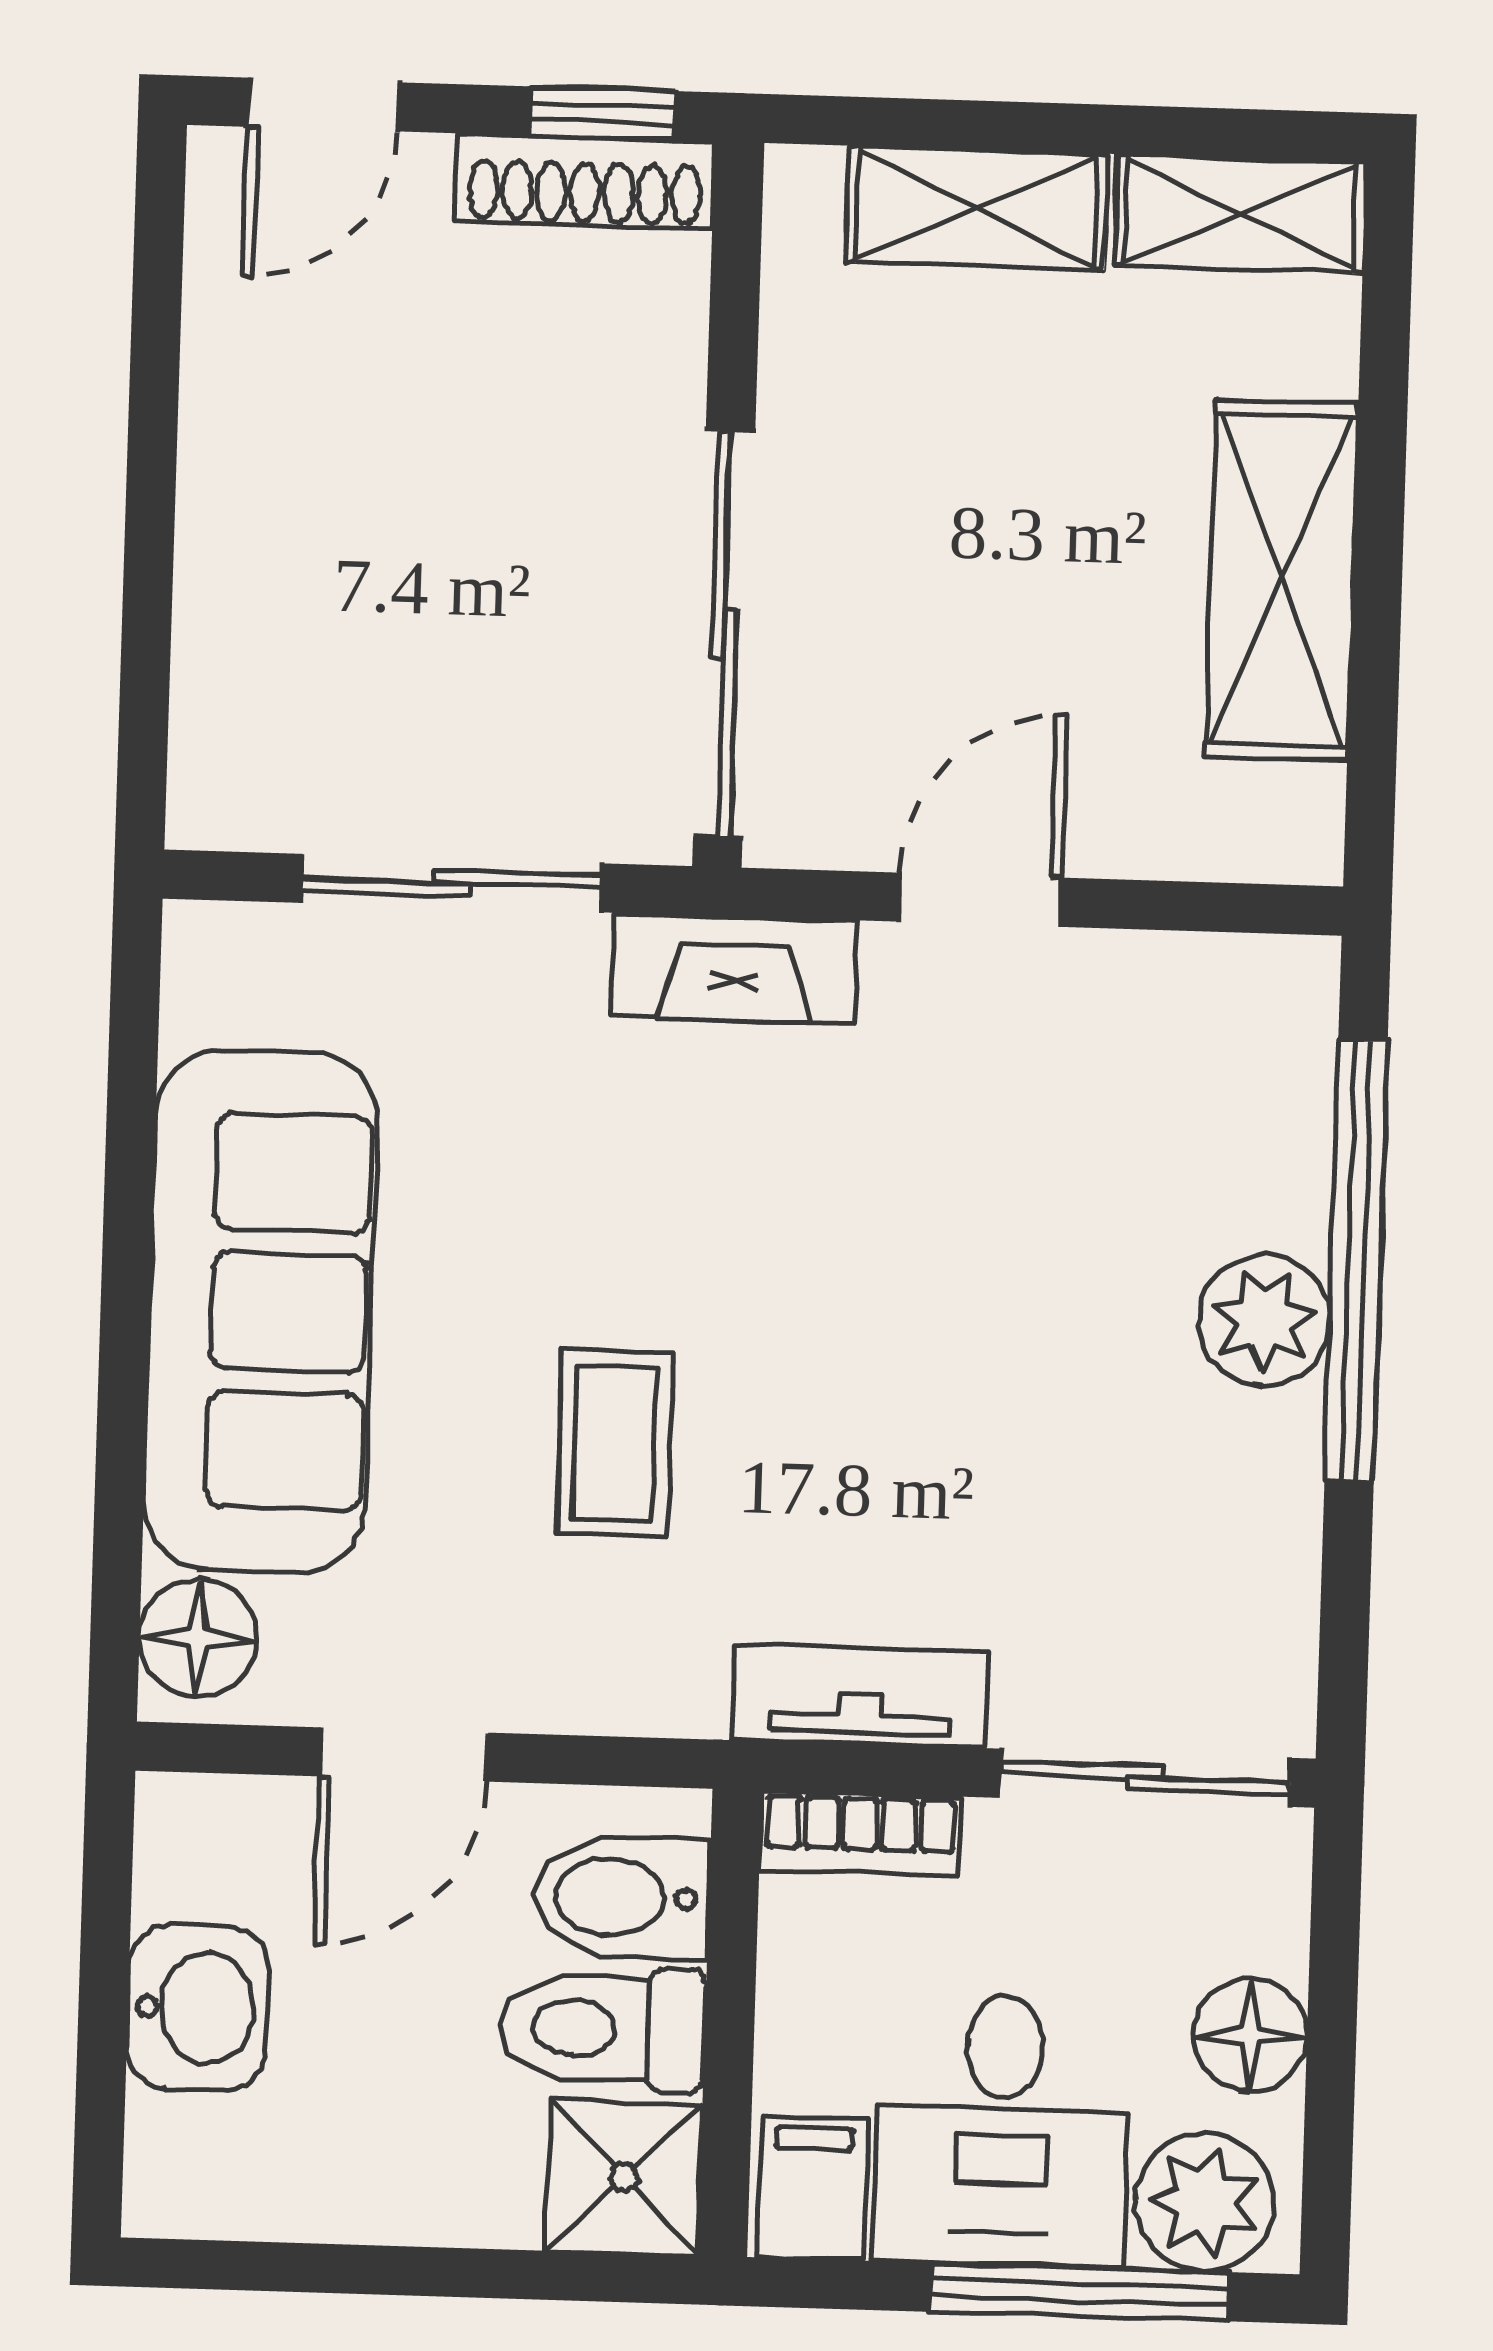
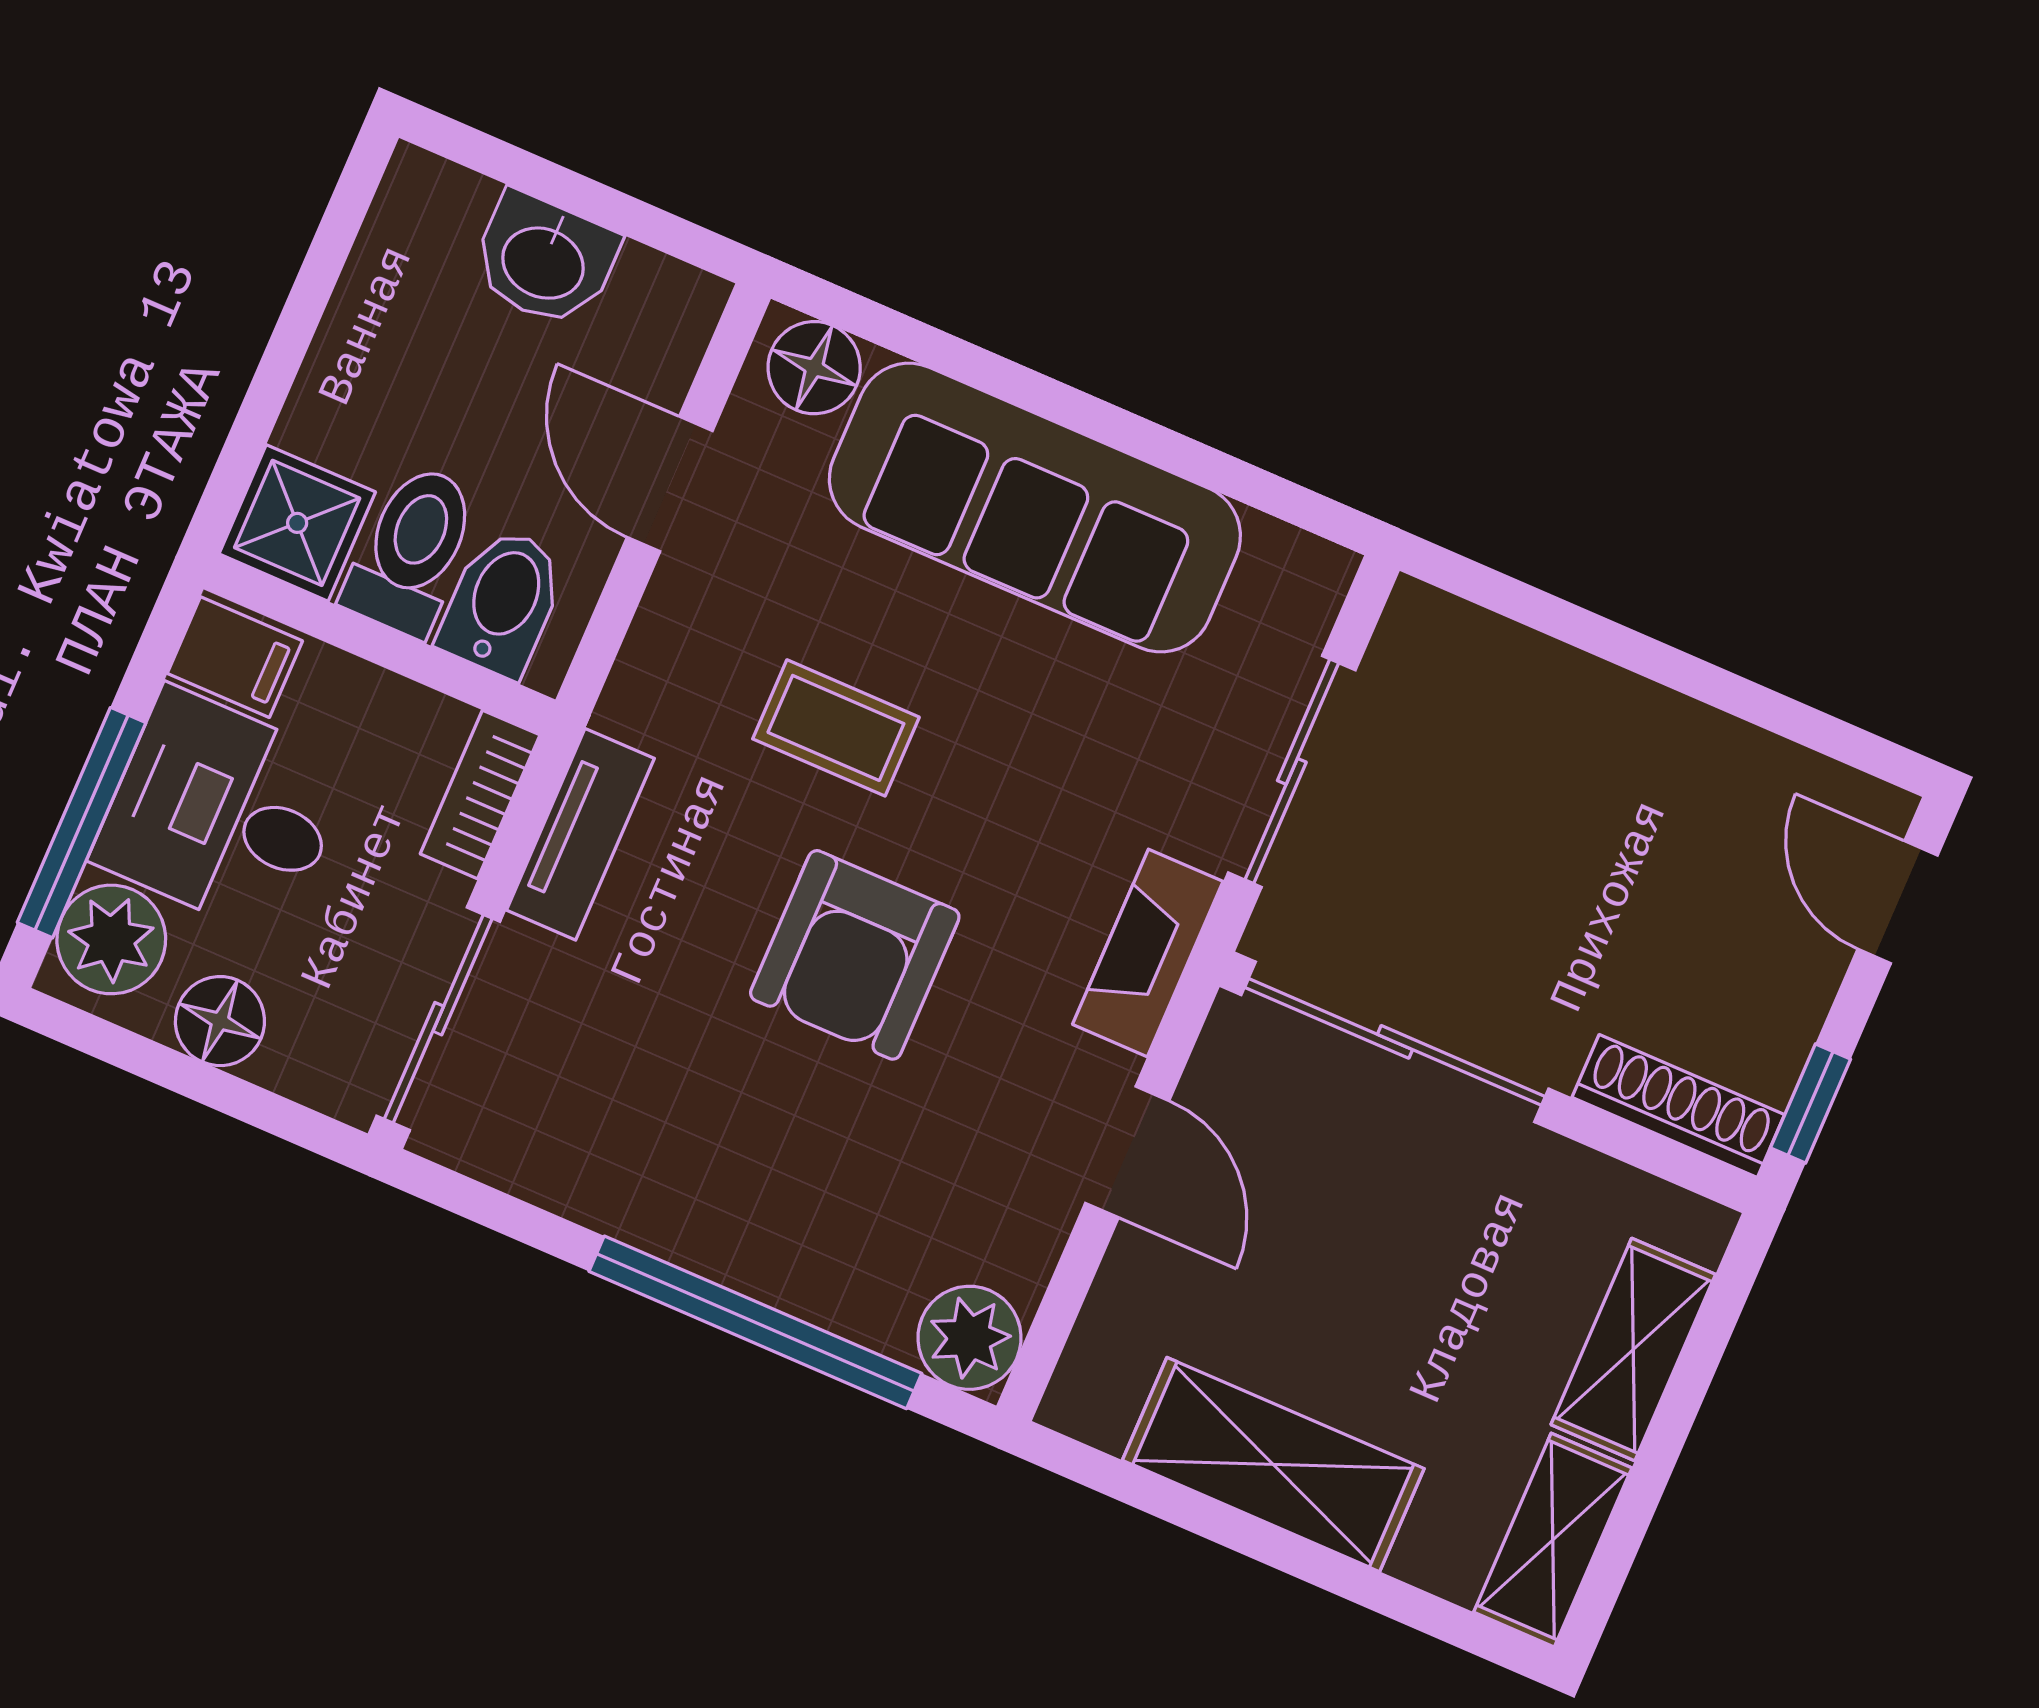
shoe rack: (585, 181) -> (1678, 1106), moved, turned 90
armchair: (874, 1315) -> (855, 955), added
plant: (1264, 1320) -> (969, 1338), moved

